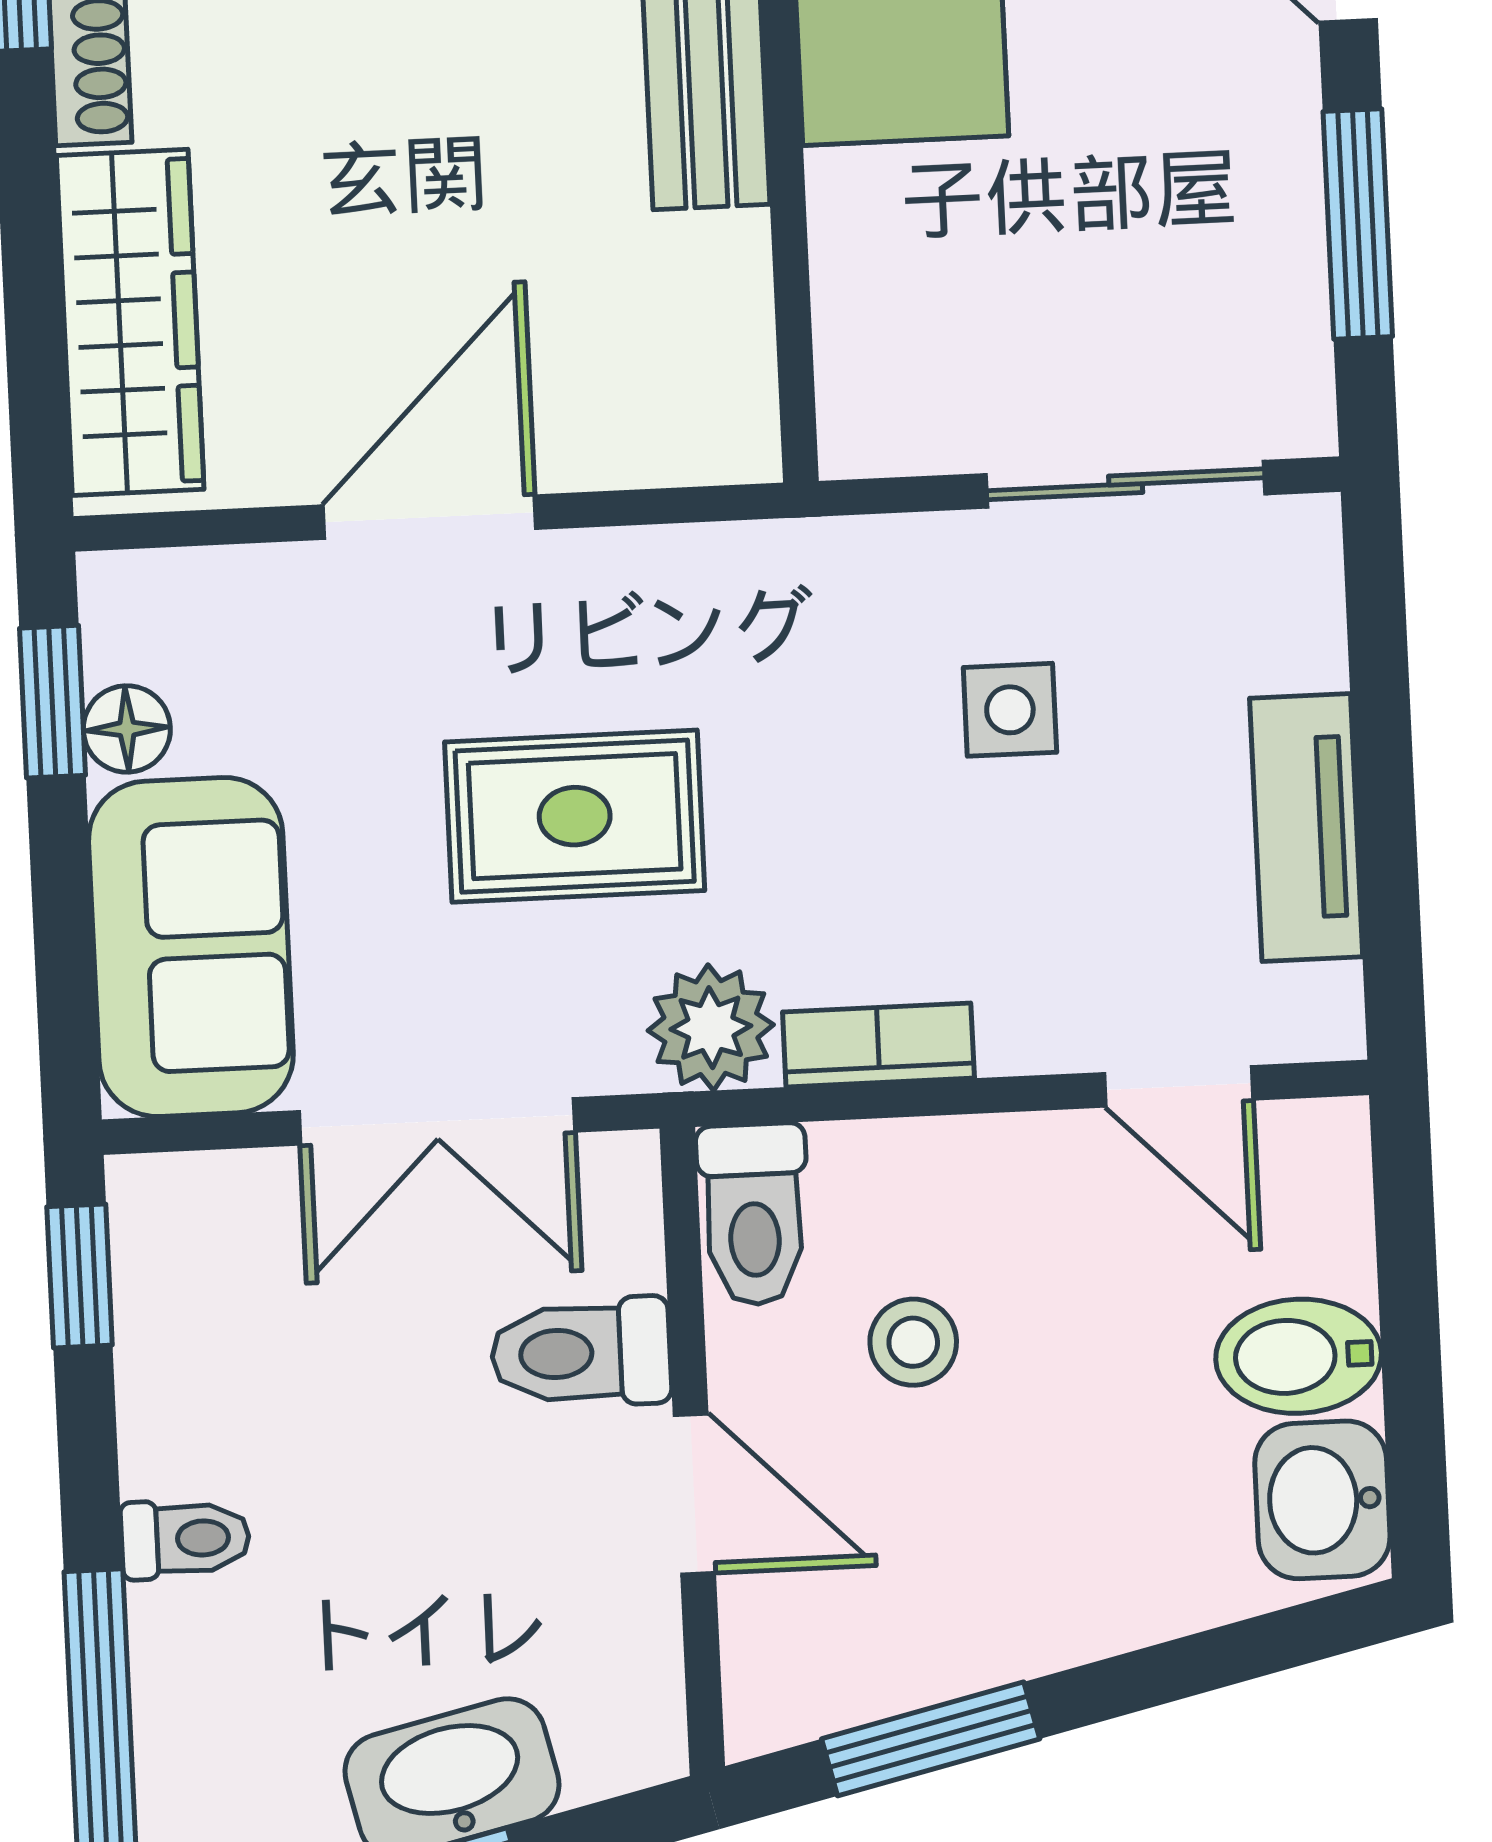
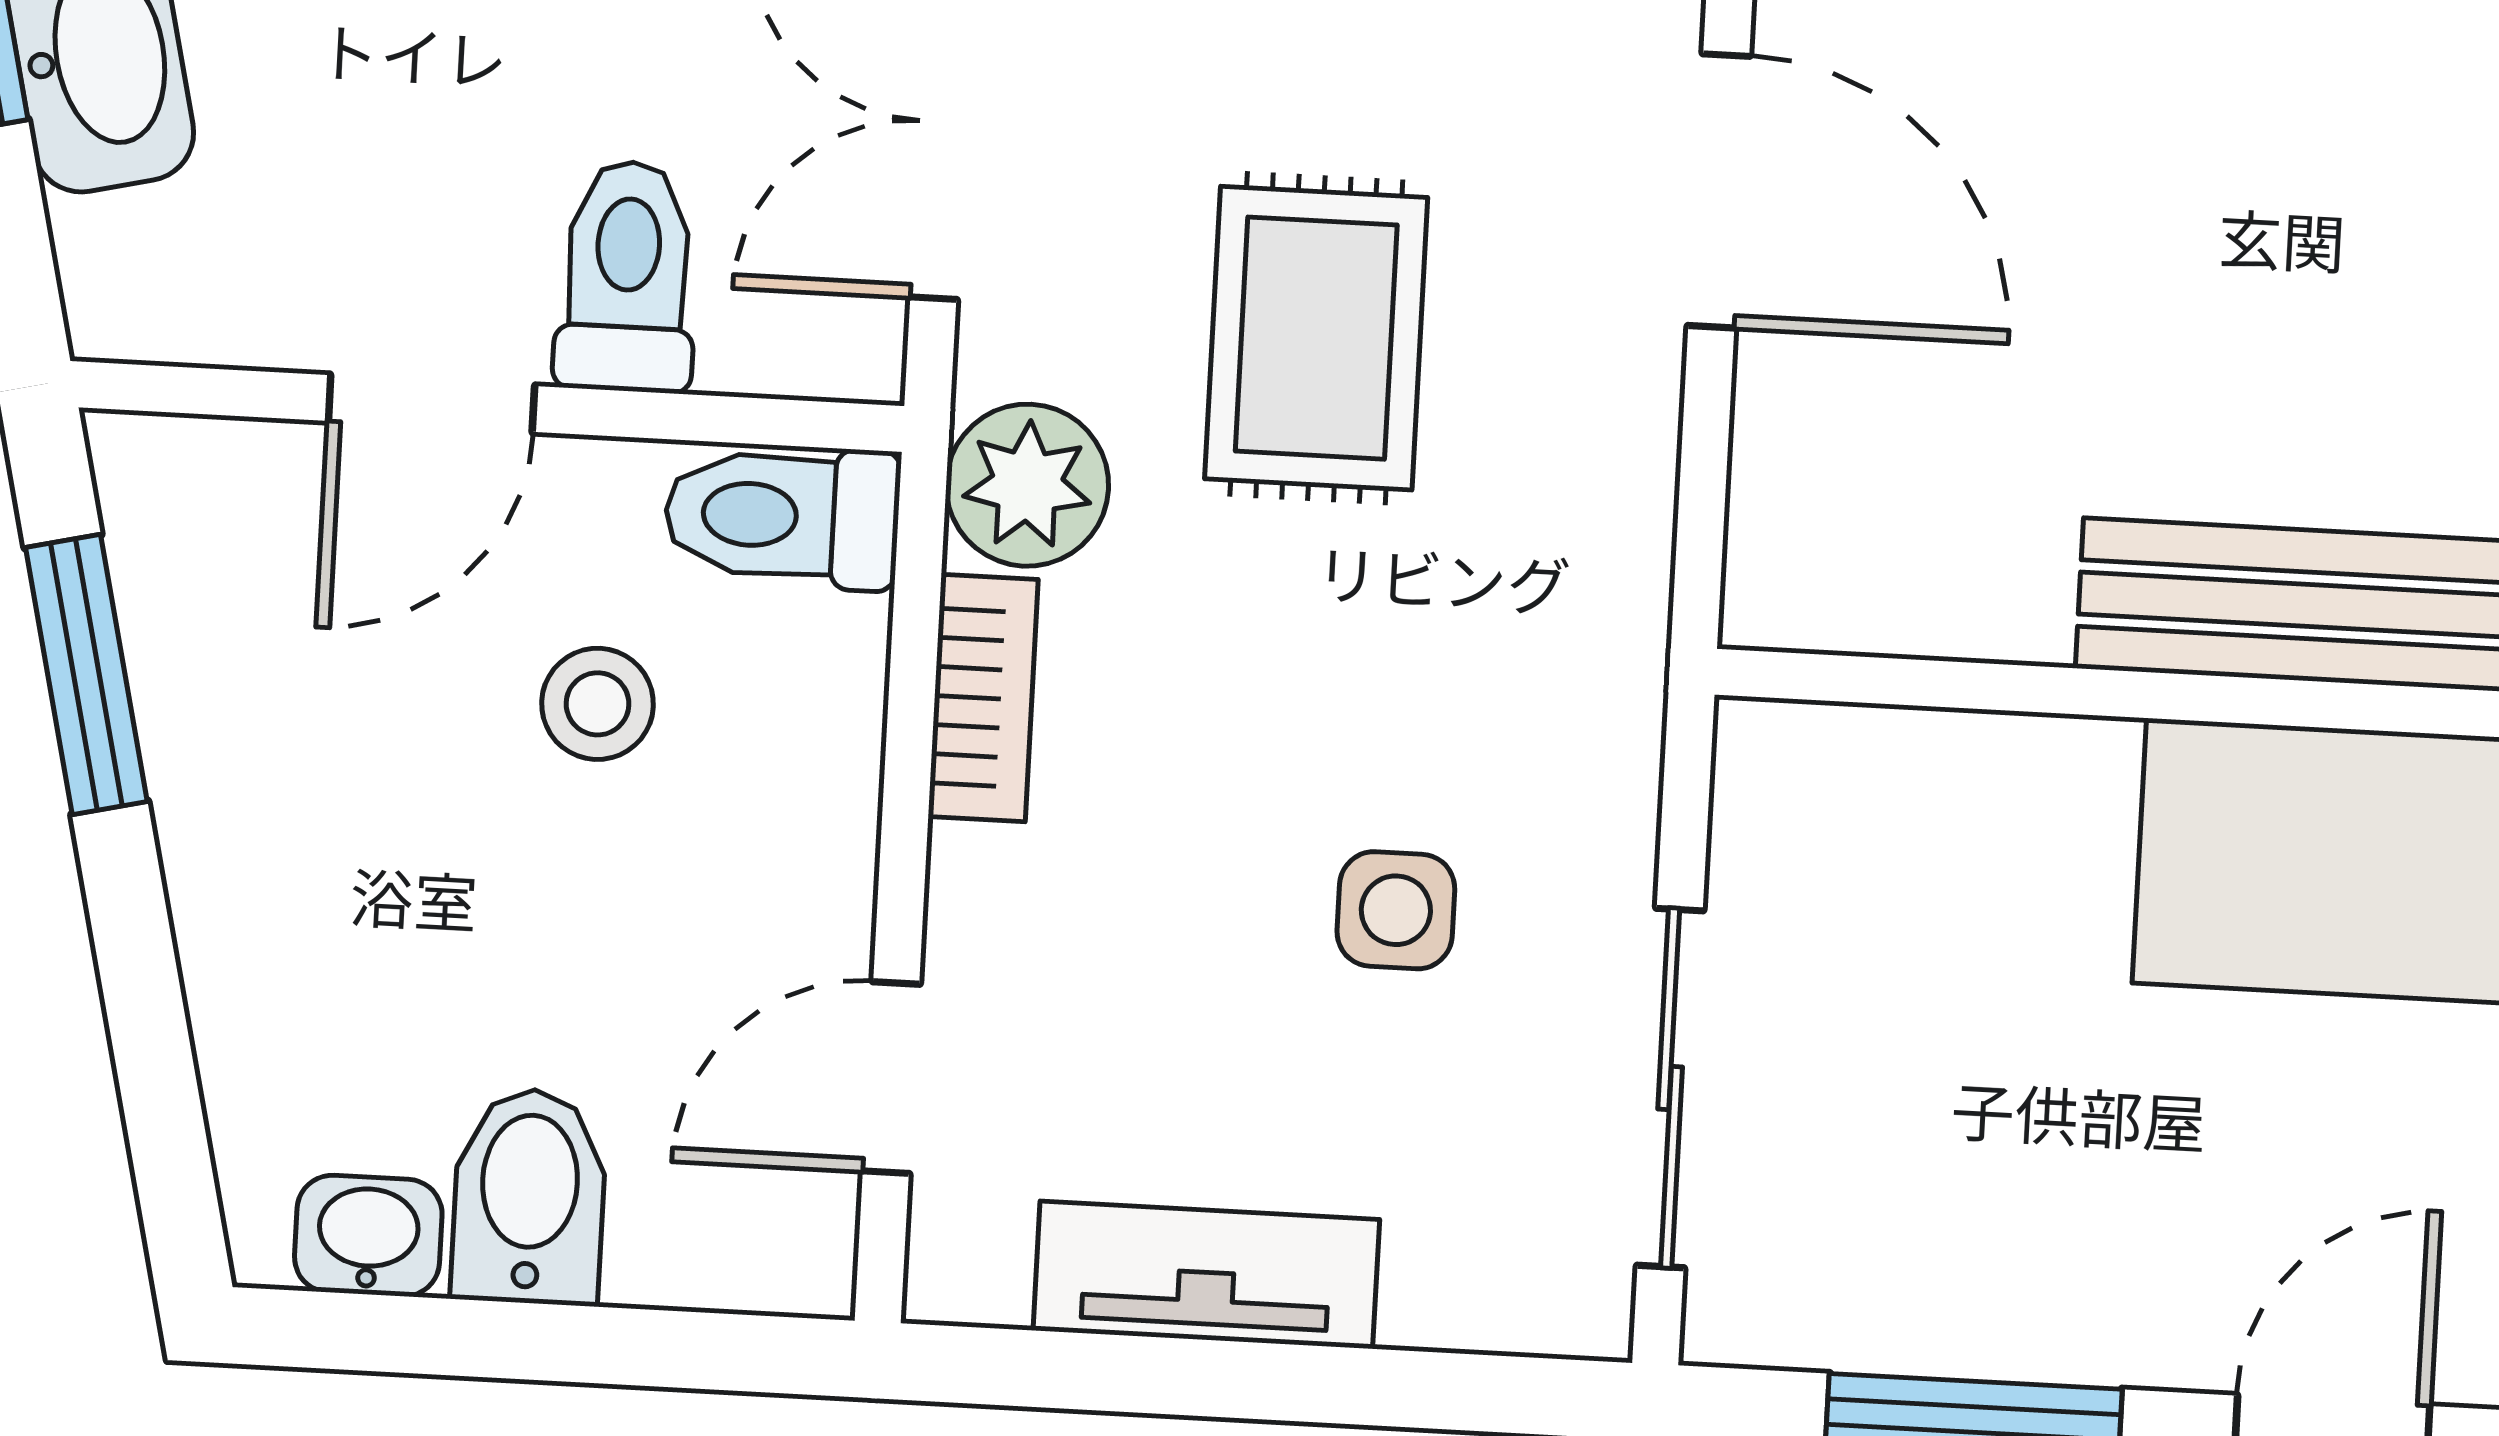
washbasin: (1322, 1500) -> (368, 1236), width x0.72, depth x0.69

